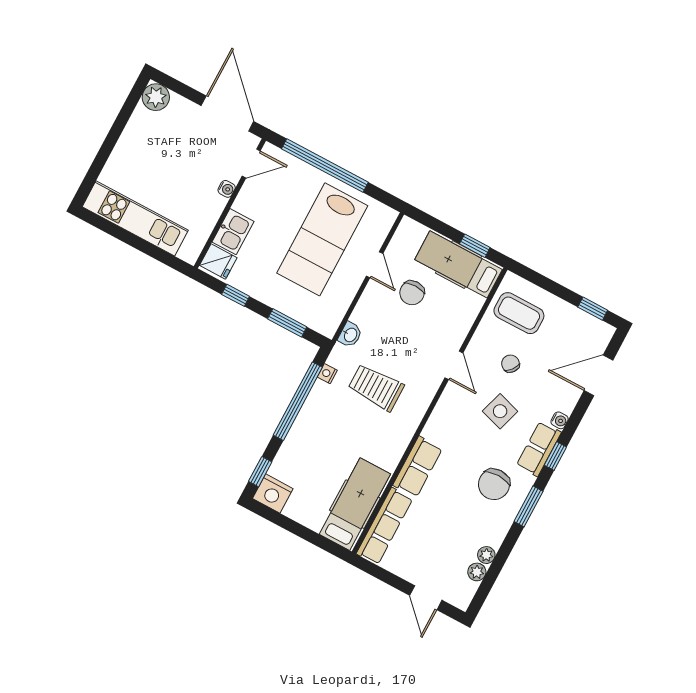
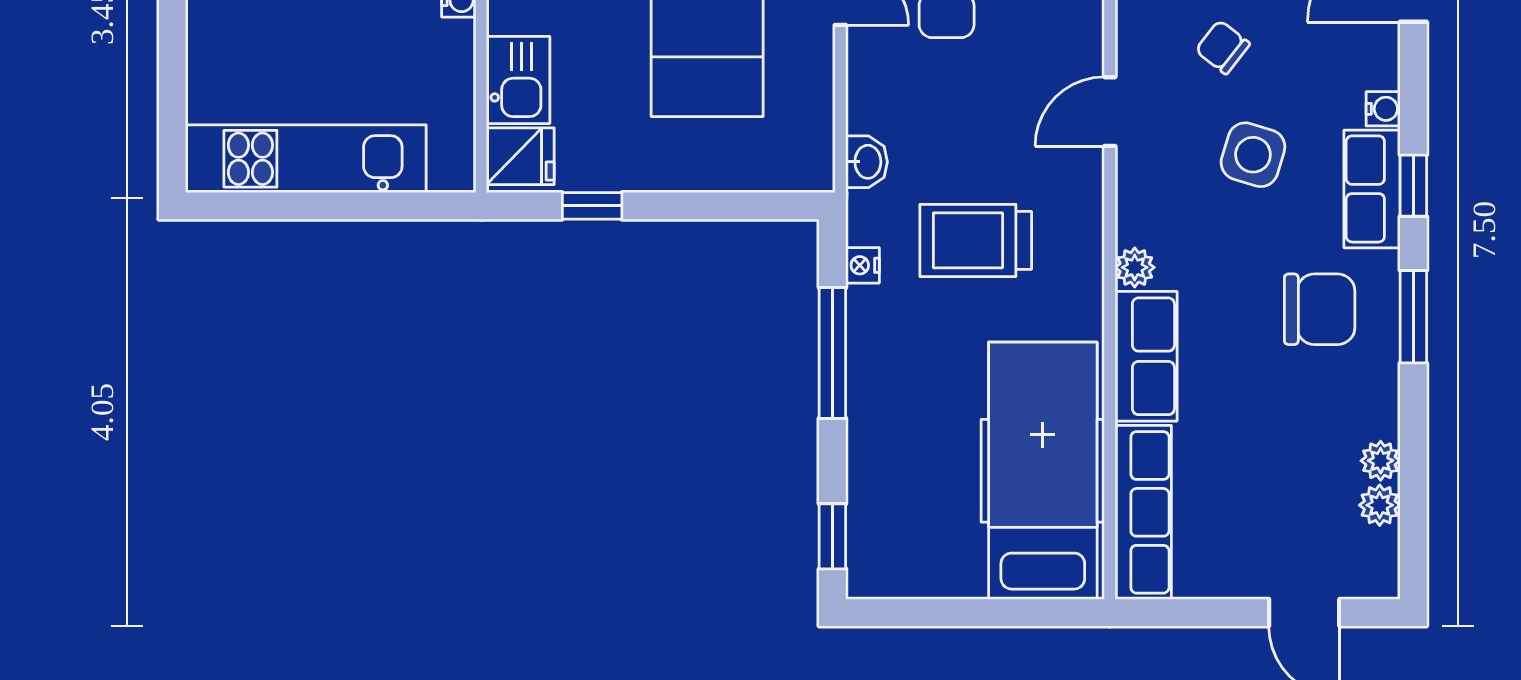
window: (287, 323) -> (726, 206), removed
door: (454, 365) -> (1110, 112), swing flipped
window: (298, 401) -> (832, 353), width x0.68
plant: (432, 430) -> (1135, 267), added
chair: (494, 484) -> (1320, 309), turned -90
nightstand: (273, 494) -> (882, 567), removed
hospital bed: (355, 504) -> (1043, 471), width x1.37, depth x1.29

